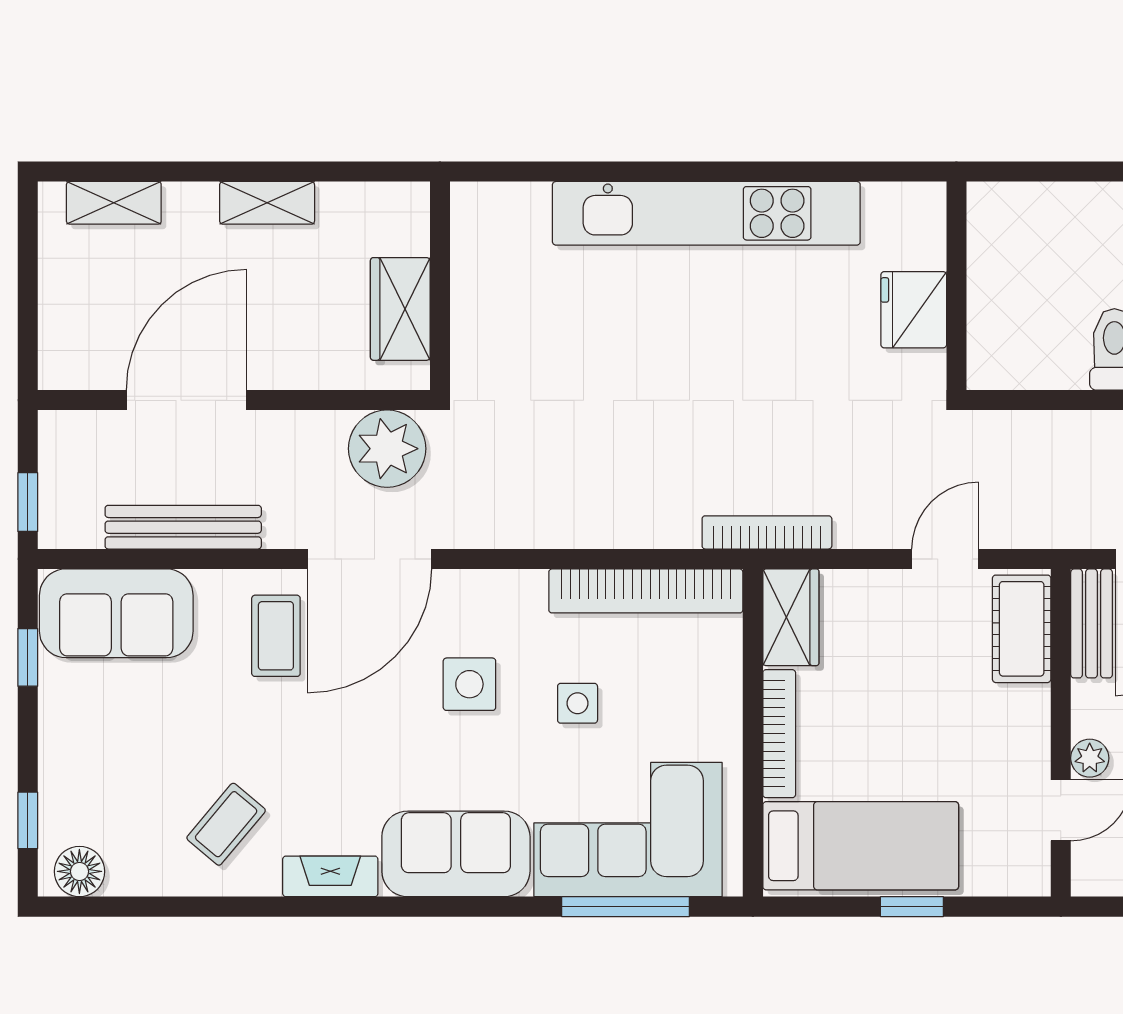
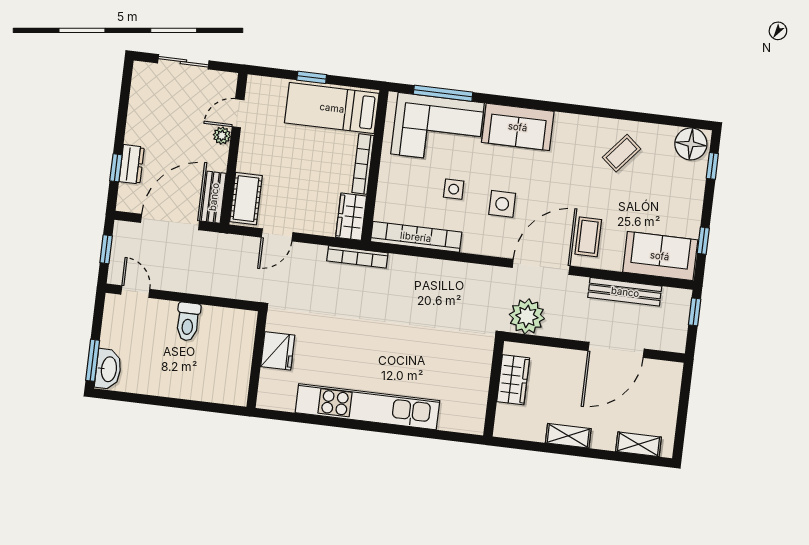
floor lamp: (79, 871) -> (691, 144), width x1.38, depth x1.38
fireplace: (330, 876) -> (577, 123), removed

